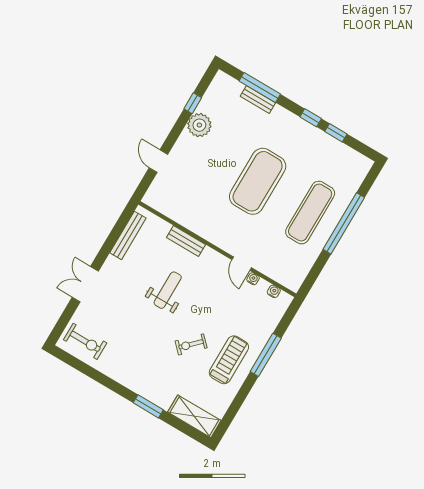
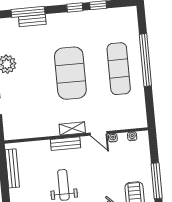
shelving: (218, 239) -> (72, 129), added
bench: (186, 241) -> (66, 144), moved

